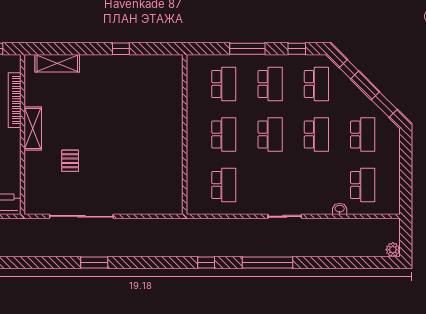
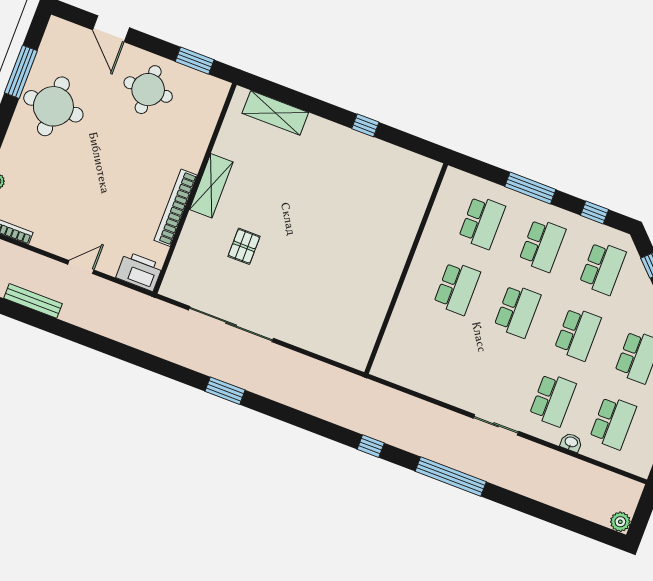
bookcase: (15, 100) -> (176, 208), moved
school desk: (224, 185) -> (553, 400), moved

